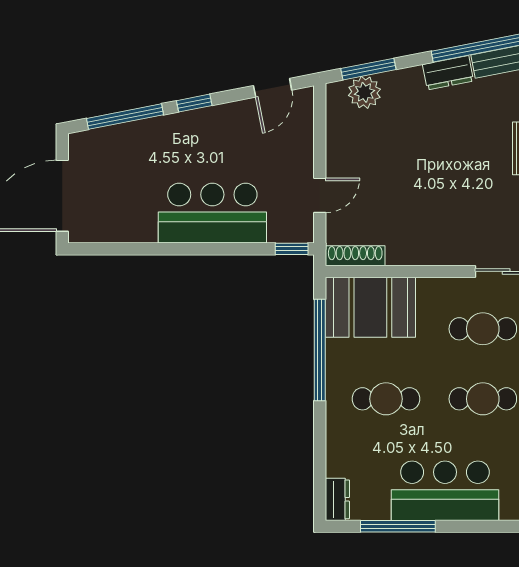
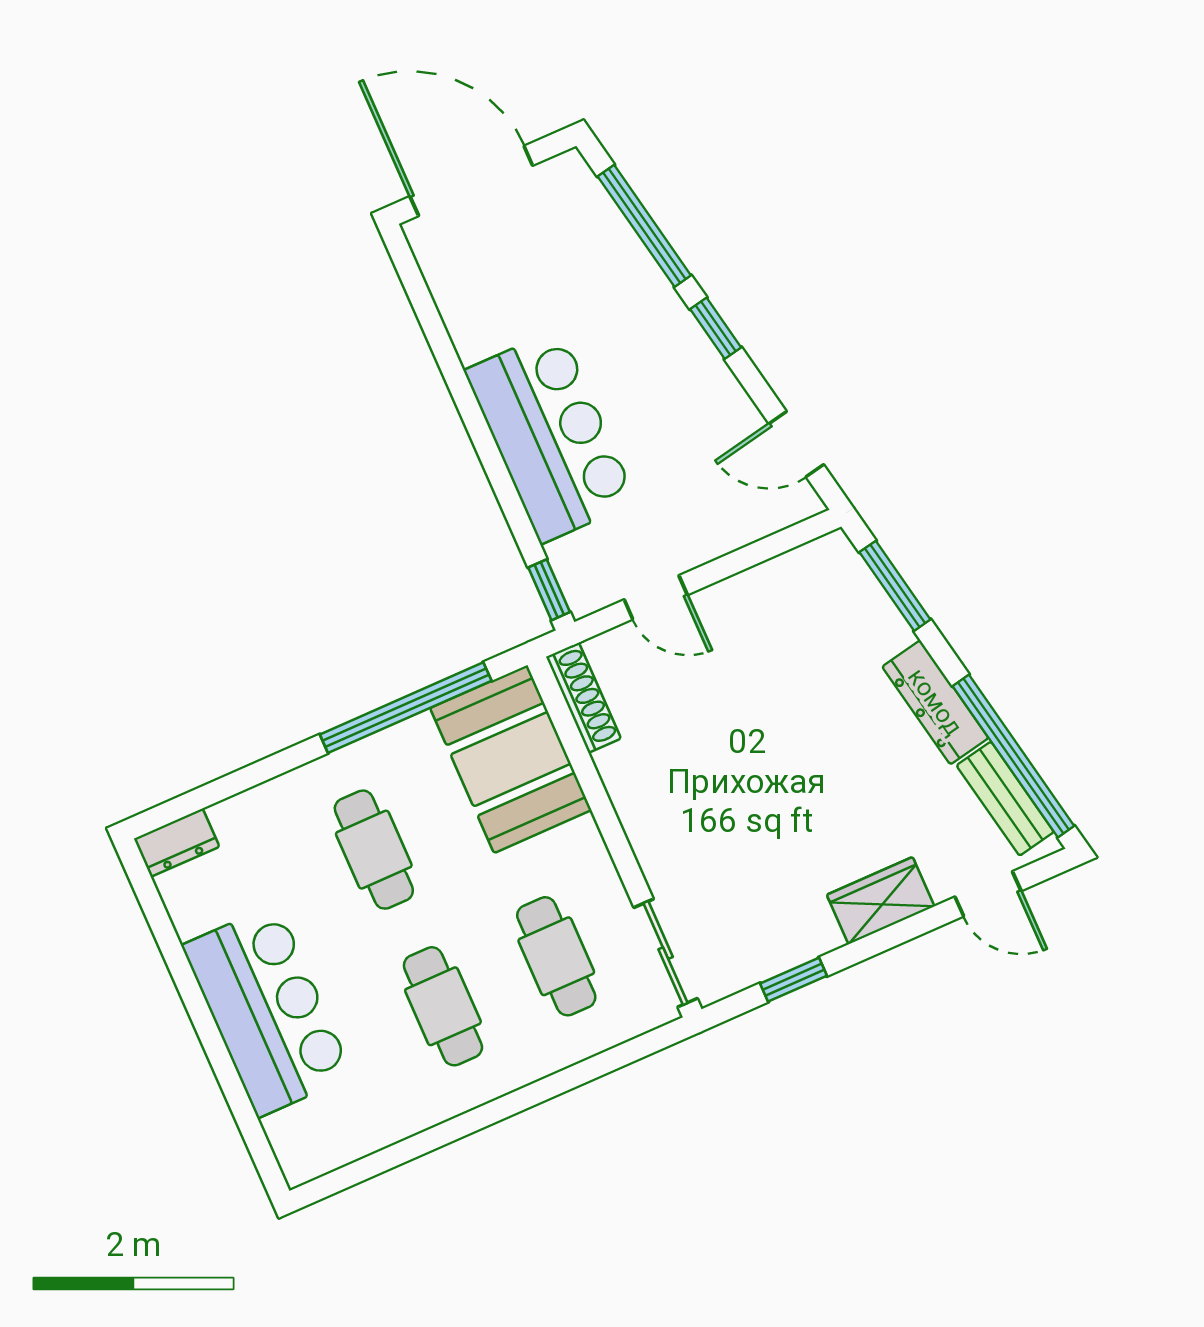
dresser: (448, 73) -> (935, 702), width x1.44
plant: (364, 92) -> (854, 596), removed
window: (398, 526) -> (176, 960), removed

